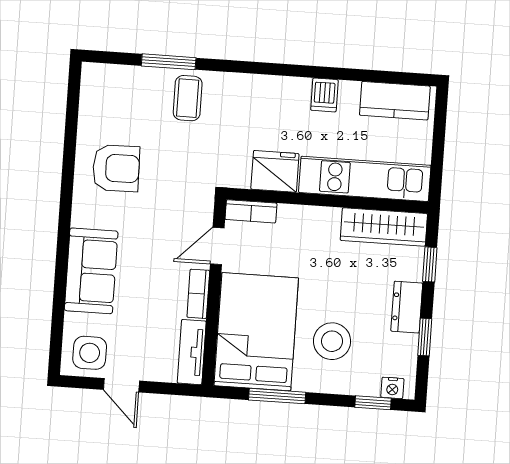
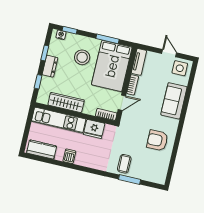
wardrobe: (384, 227) -> (66, 102), moved

